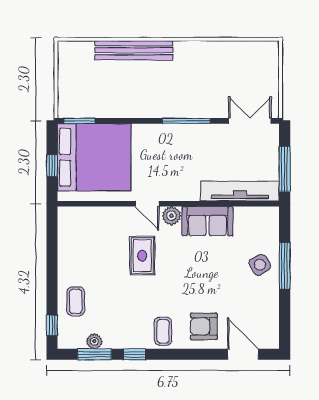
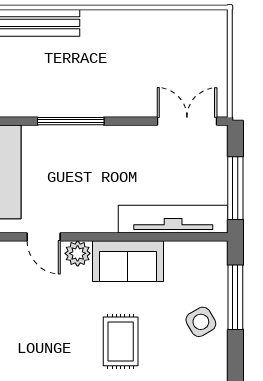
window: (186, 121) -> (71, 121), moved
rug: (142, 256) -> (121, 341), moved
window: (285, 266) -> (235, 297), moved

